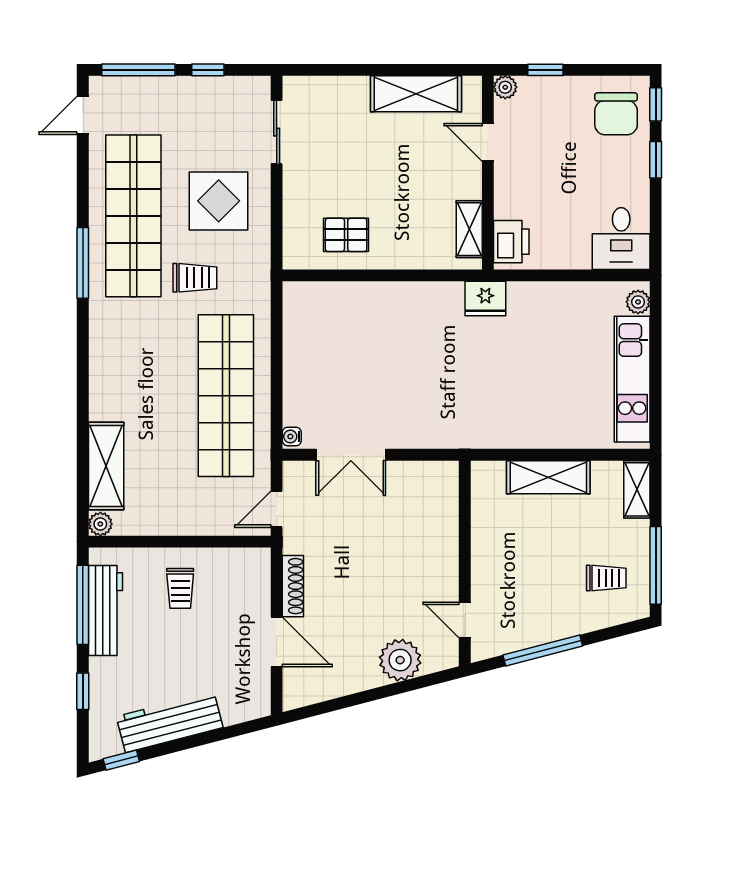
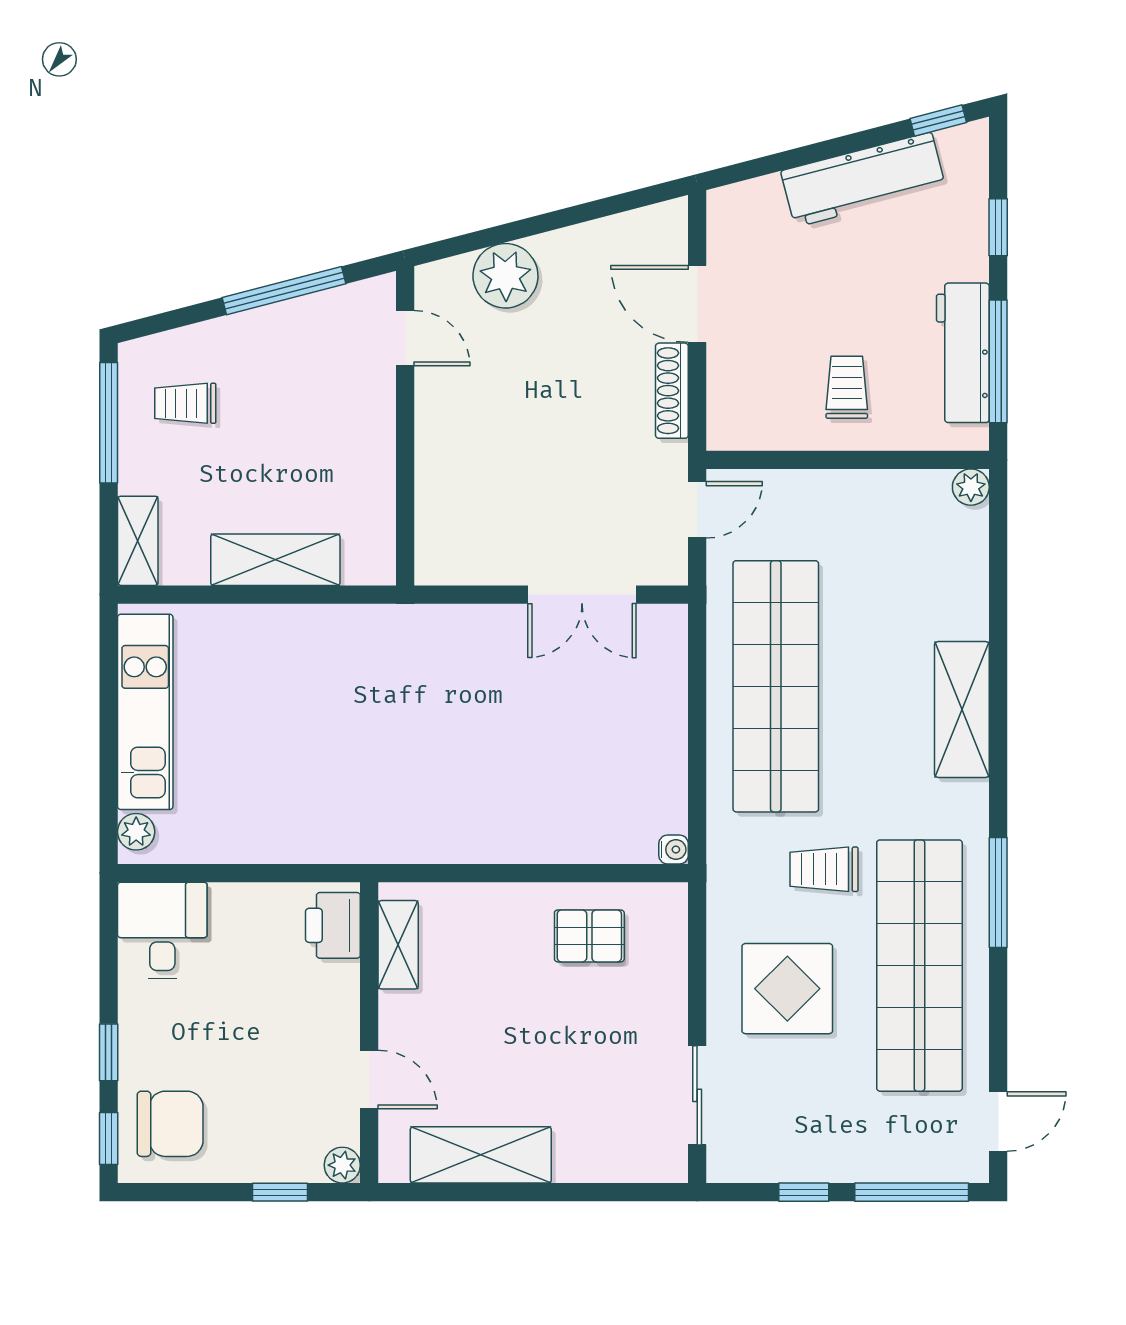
chair: (616, 114) -> (170, 1124), turned 90
fridge: (485, 299) -> (373, 837), removed
water cooler: (292, 436) -> (674, 850), moved
double door: (351, 455) -> (582, 595), swing flipped
shelving: (106, 466) -> (962, 709), moved

